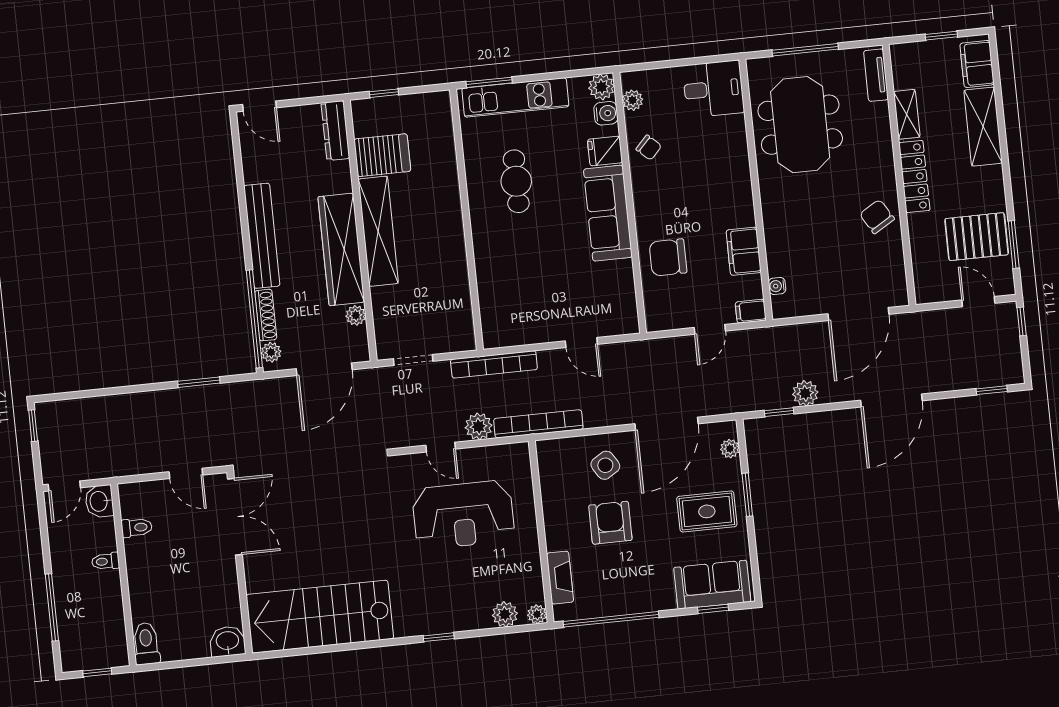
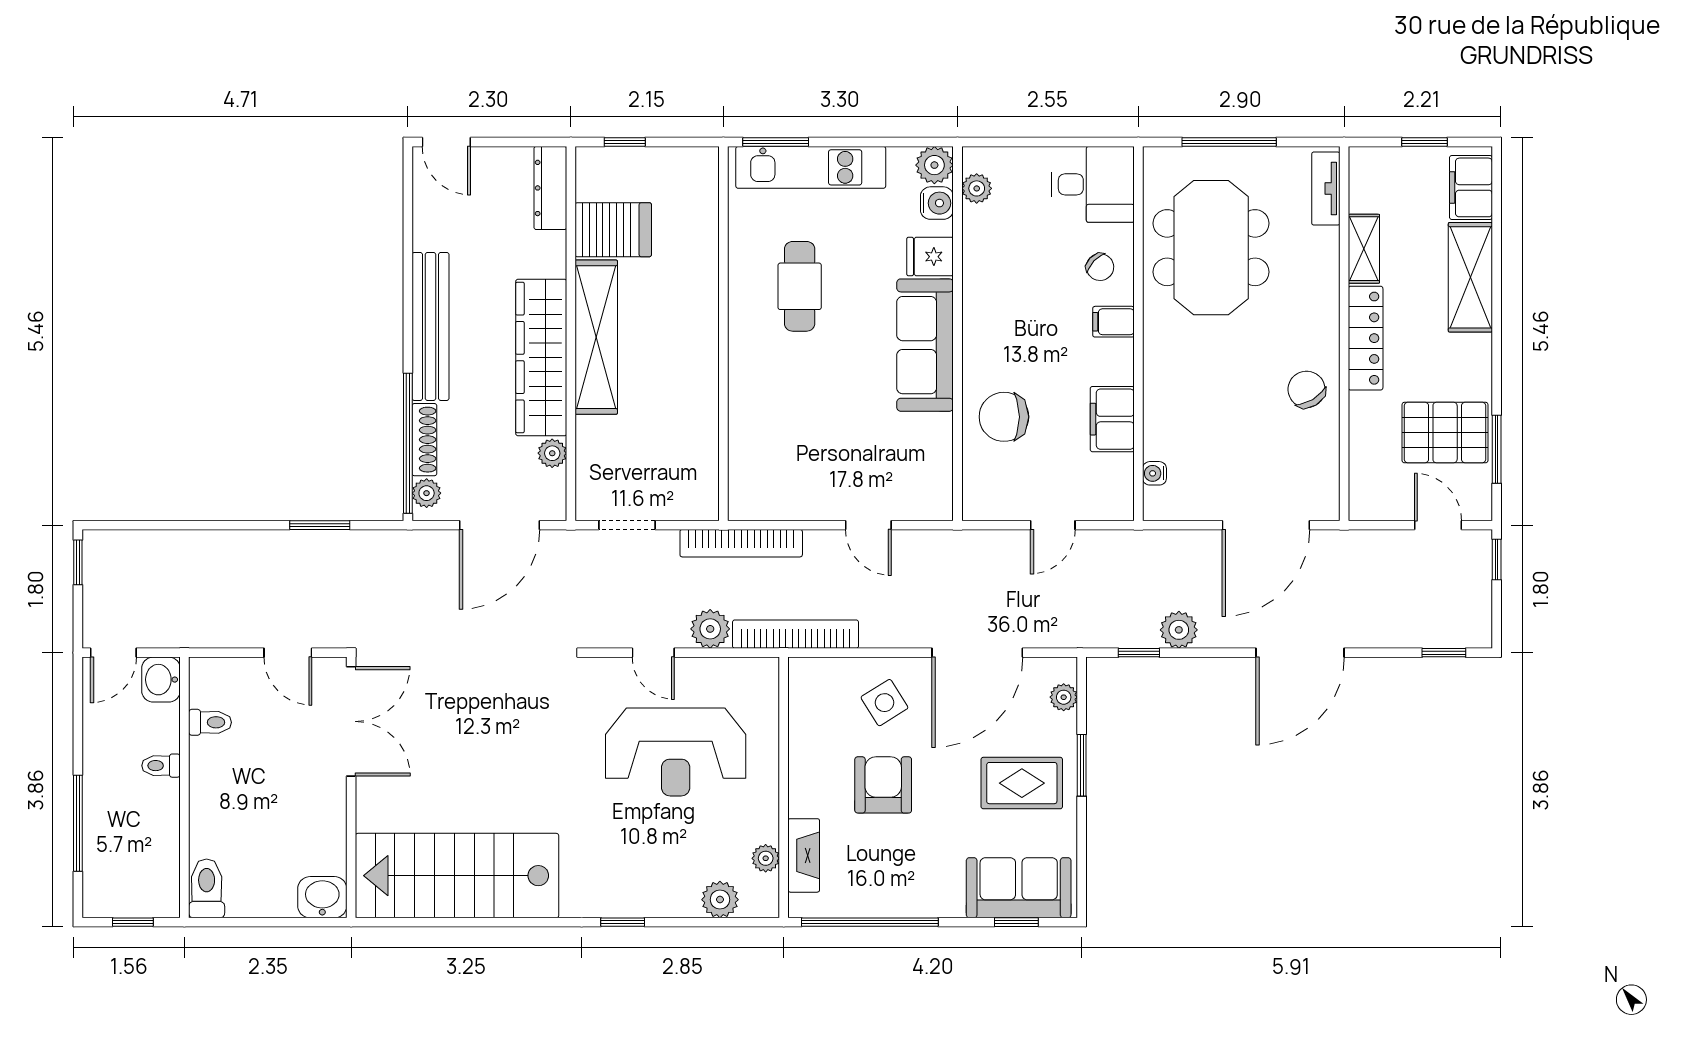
chair: (649, 148) -> (1100, 267), moved
filing cabinet: (751, 311) -> (1113, 322), moved
plant: (537, 614) -> (766, 858), moved

